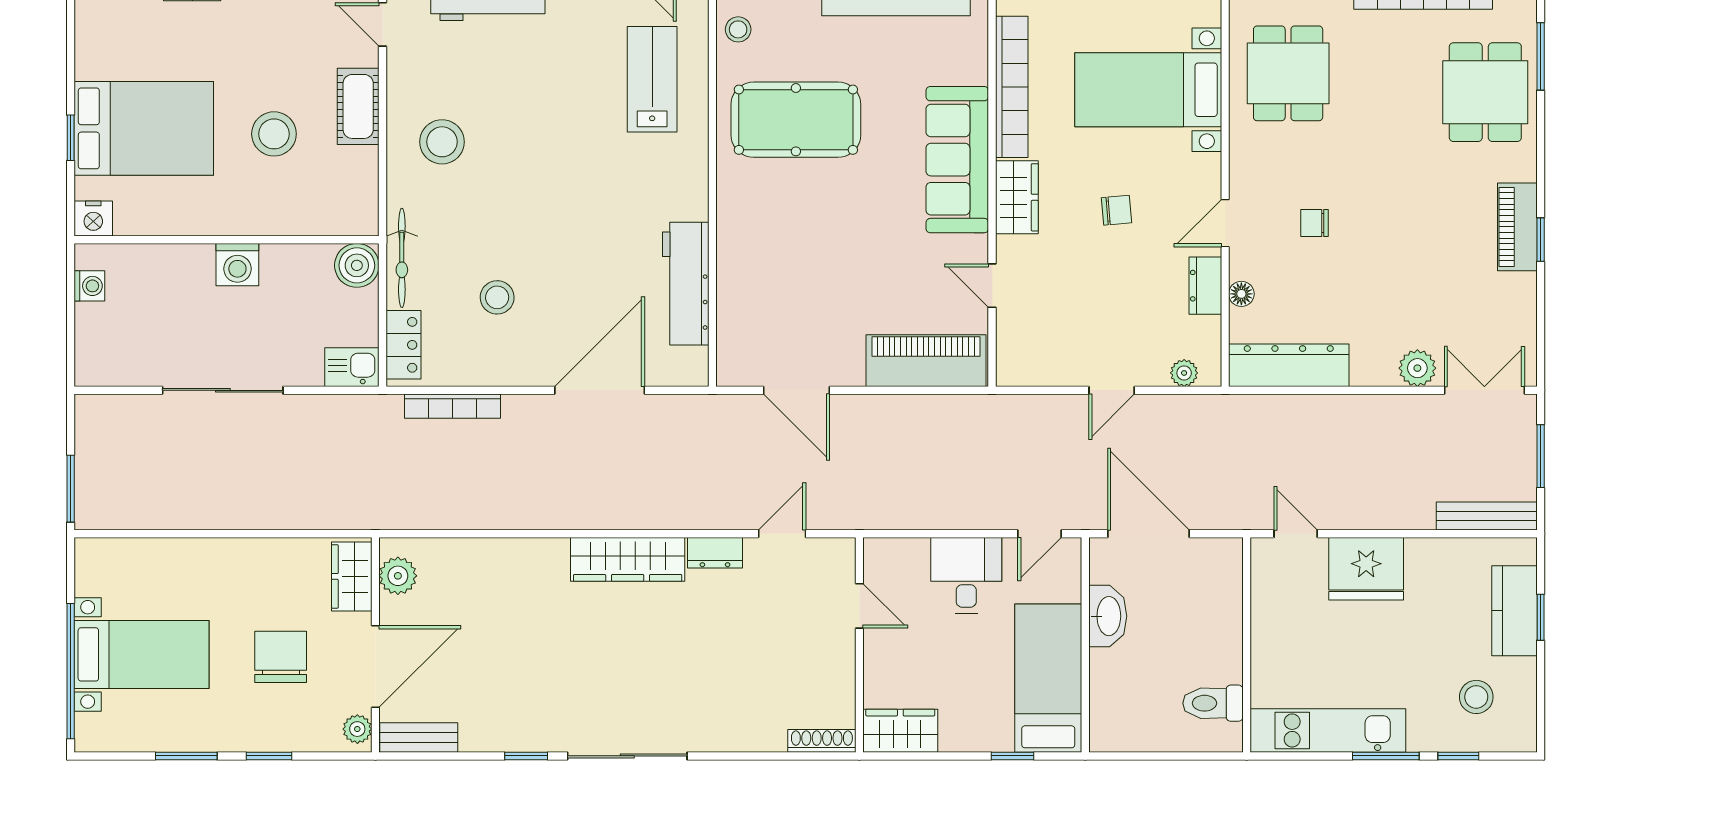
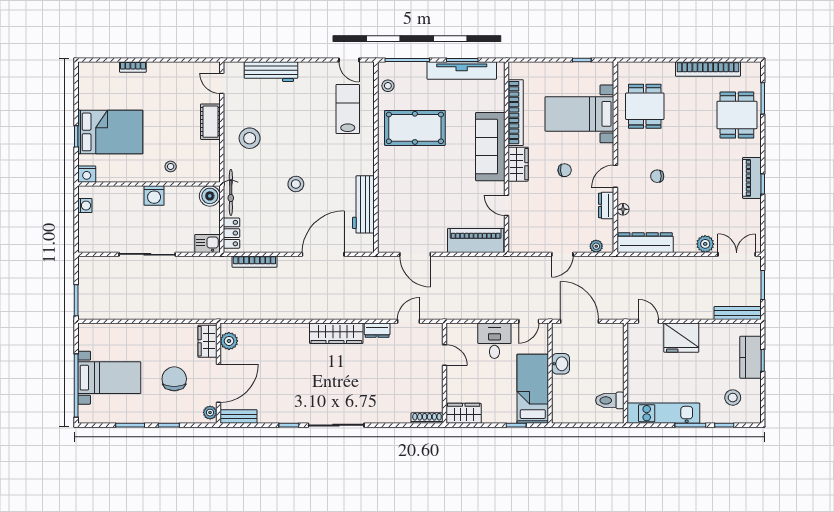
stool: (274, 134) -> (171, 166), moved, width x0.53, depth x0.53
stool: (497, 297) -> (296, 184), moved
washbasin: (1108, 616) -> (561, 364), width x0.72

